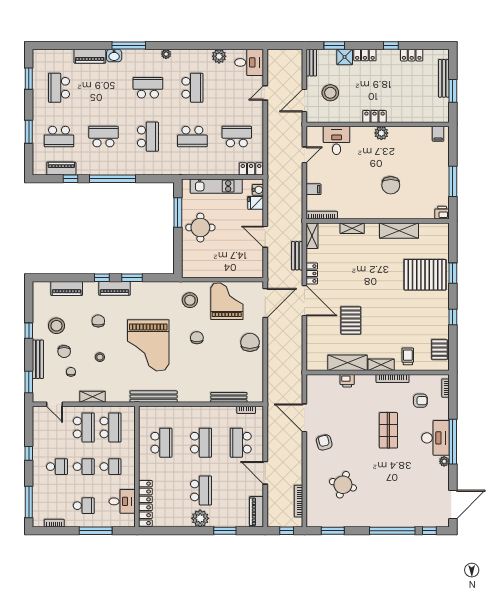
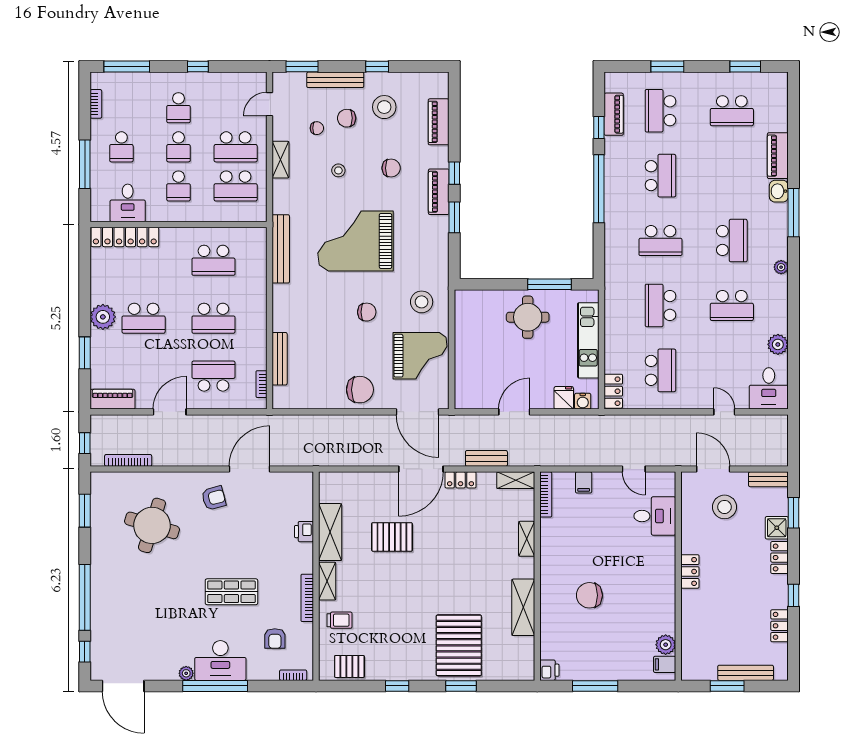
school desk: (59, 88) -> (732, 111), turned 180
plant: (381, 133) -> (666, 645), moved
round table: (343, 485) -> (152, 525), width x1.36, depth x1.36

